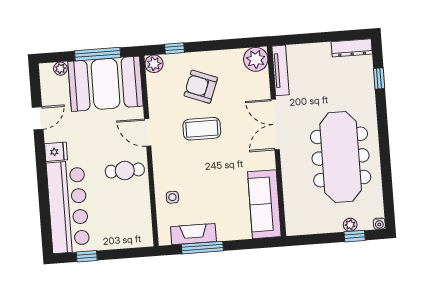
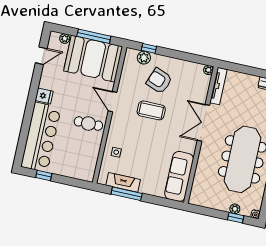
plant: (256, 59) -> (208, 70), width x0.53, depth x0.53
plant: (154, 64) -> (144, 58), moved
door: (38, 118) -> (41, 56), moved

